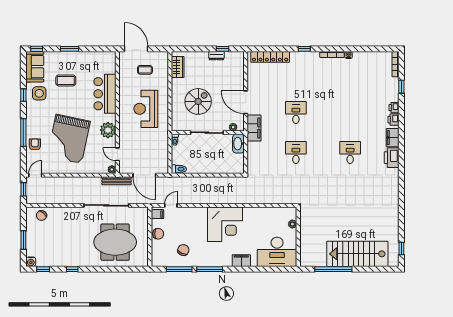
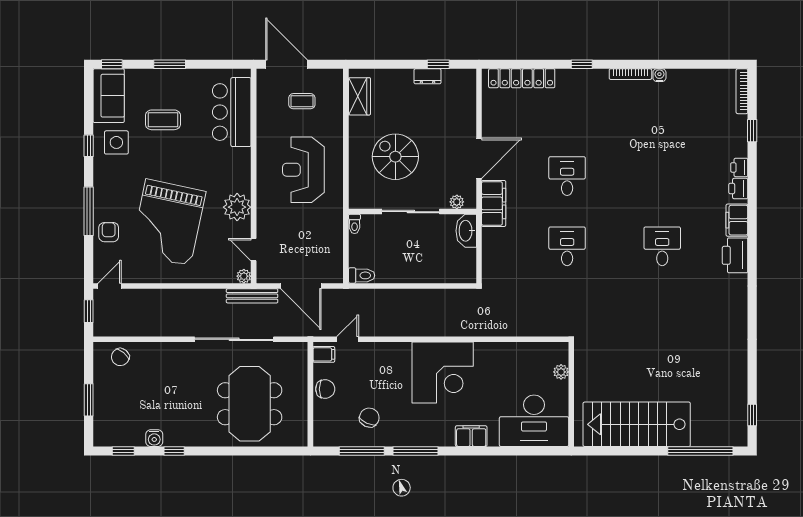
bar counter: (105, 94) -> (232, 112), moved
spiral stairs: (198, 101) -> (395, 157), turned -90
door: (246, 102) -> (479, 158), swing flipped
meeting table: (115, 242) -> (250, 404), turned 90
stairs: (357, 254) -> (637, 424), moved
water cooler: (31, 262) -> (154, 438), moved
window: (333, 269) -> (700, 451), moved

